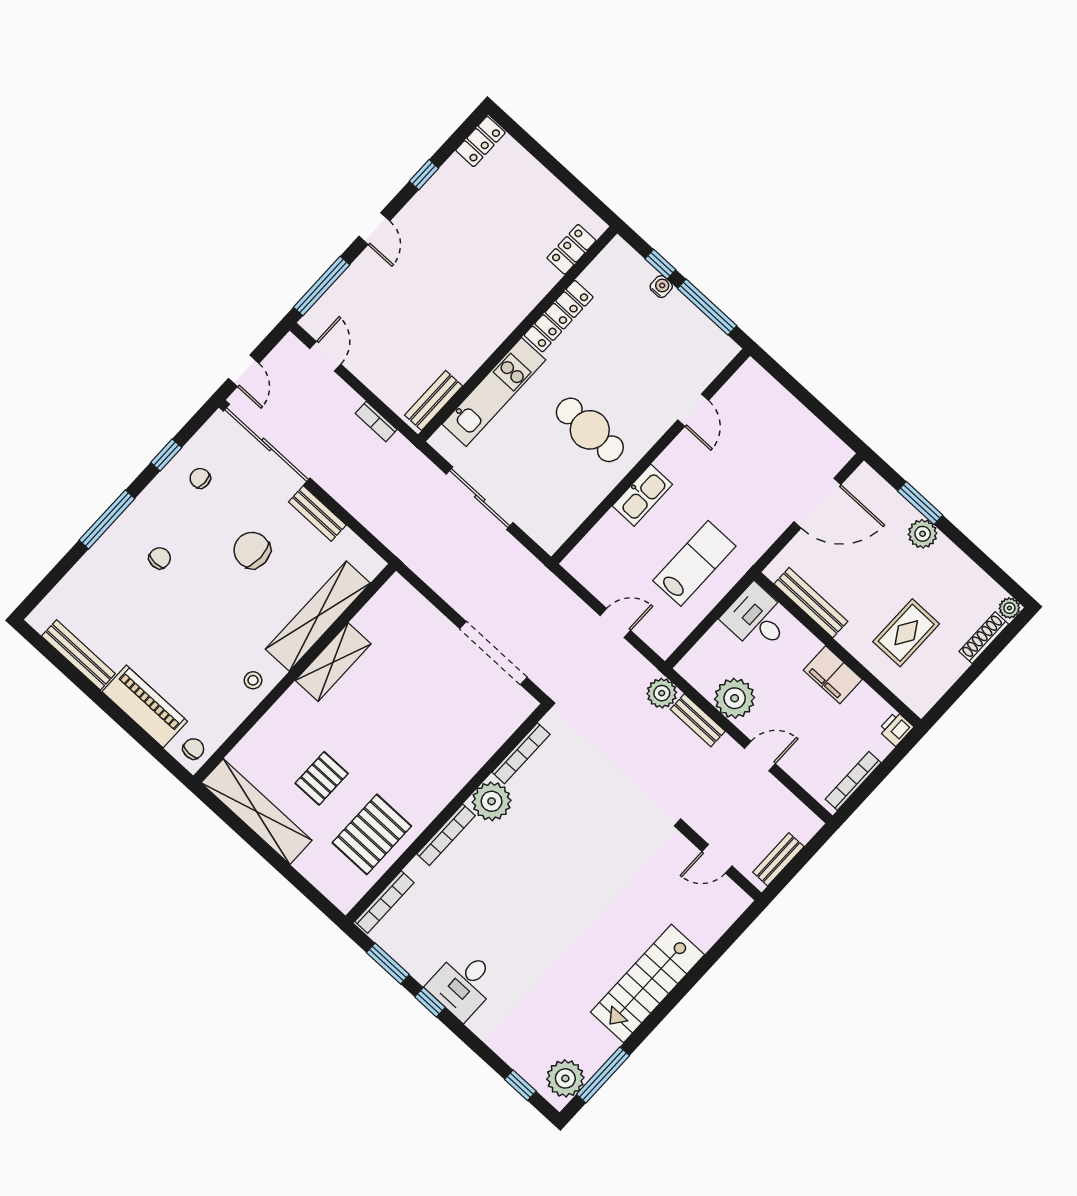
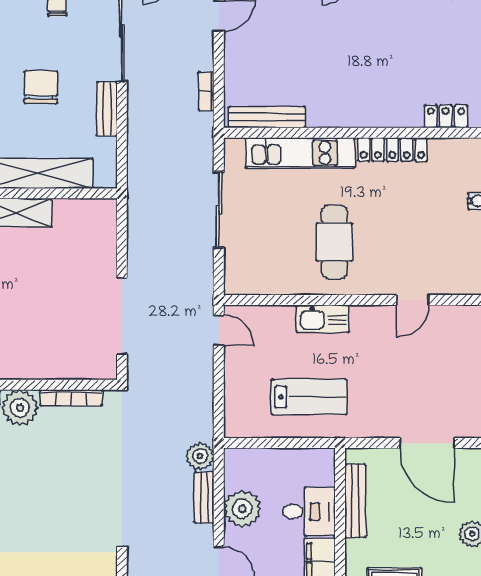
bench: (434, 401) -> (267, 117), width x1.36
desk: (757, 619) -> (309, 512), moved, turned 90
door: (615, 623) -> (219, 330), moved

